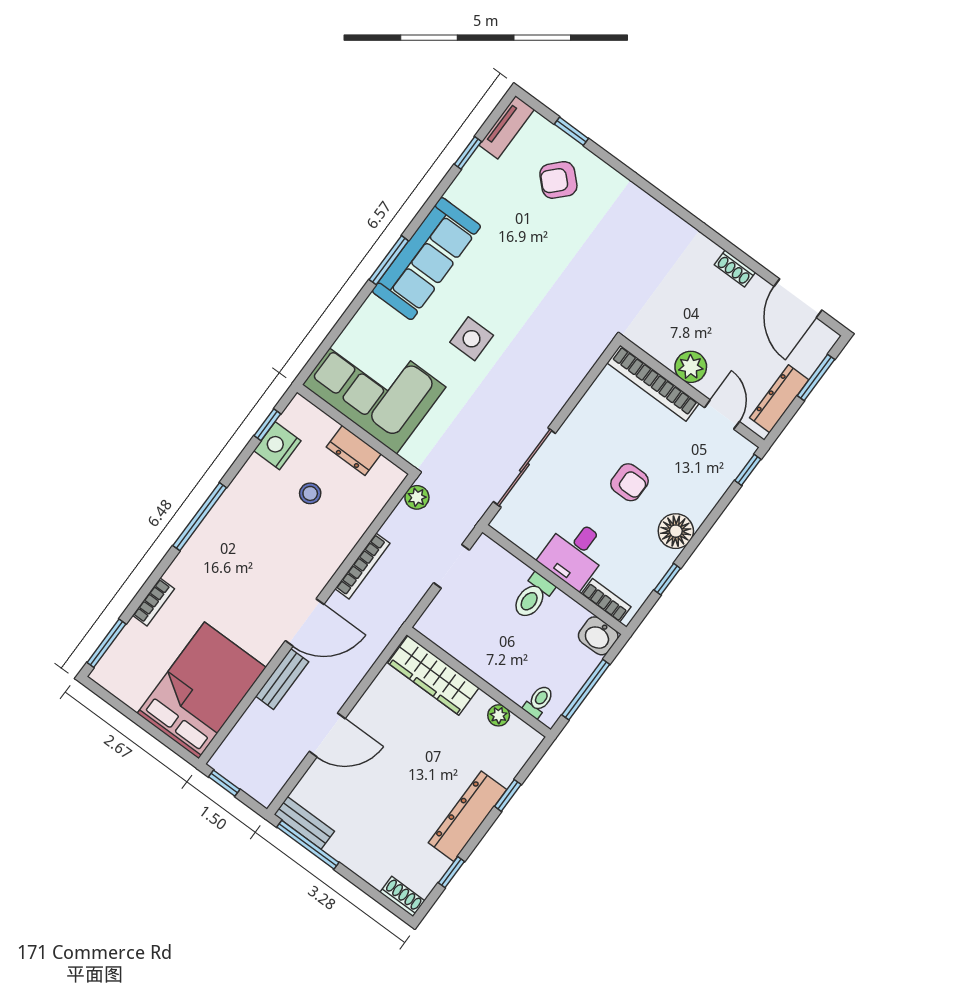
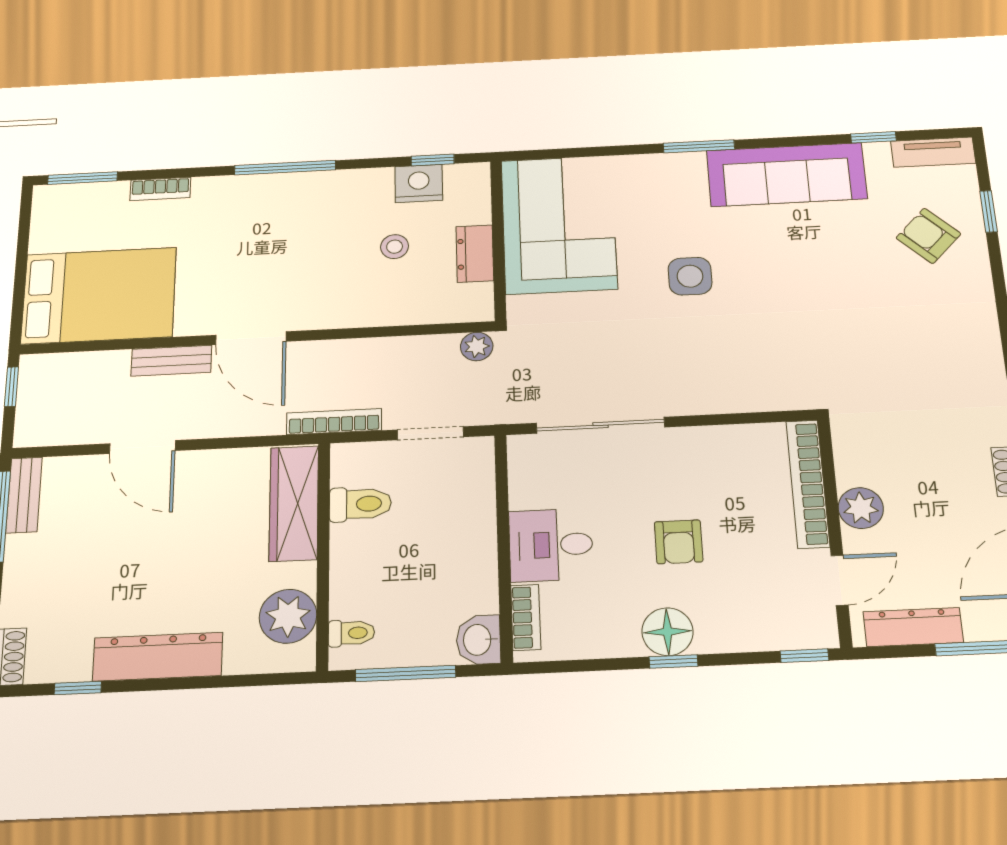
sofa: (426, 259) -> (786, 175), moved
bookcase: (362, 566) -> (334, 422), moved, turned 180
window: (667, 579) -> (673, 662), moved
toilet: (533, 596) -> (360, 504), moved, turned 180
plant: (499, 715) -> (288, 616), width x1.88, depth x1.88
window: (508, 795) -> (215, 682), removed

